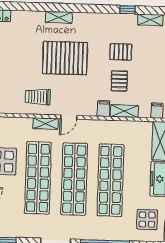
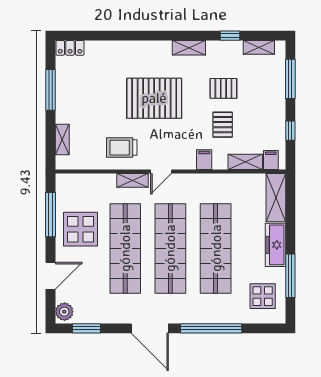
shelving: (59, 17) -> (189, 48), moved
shelving: (124, 111) -> (245, 162), moved

